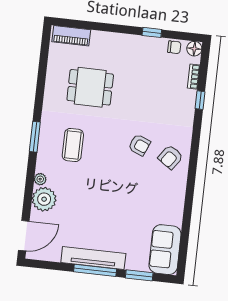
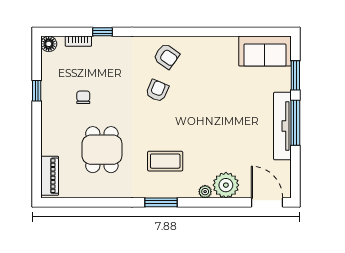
chair: (174, 47) -> (83, 97), moved

